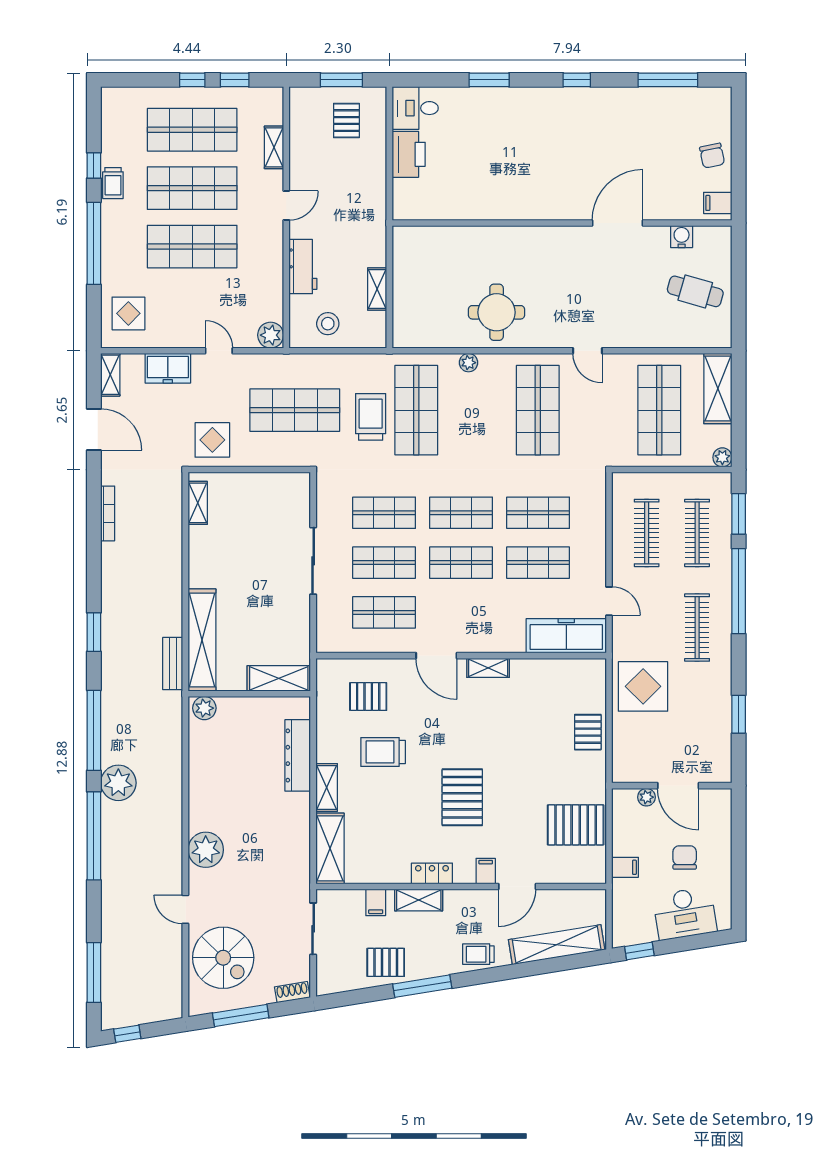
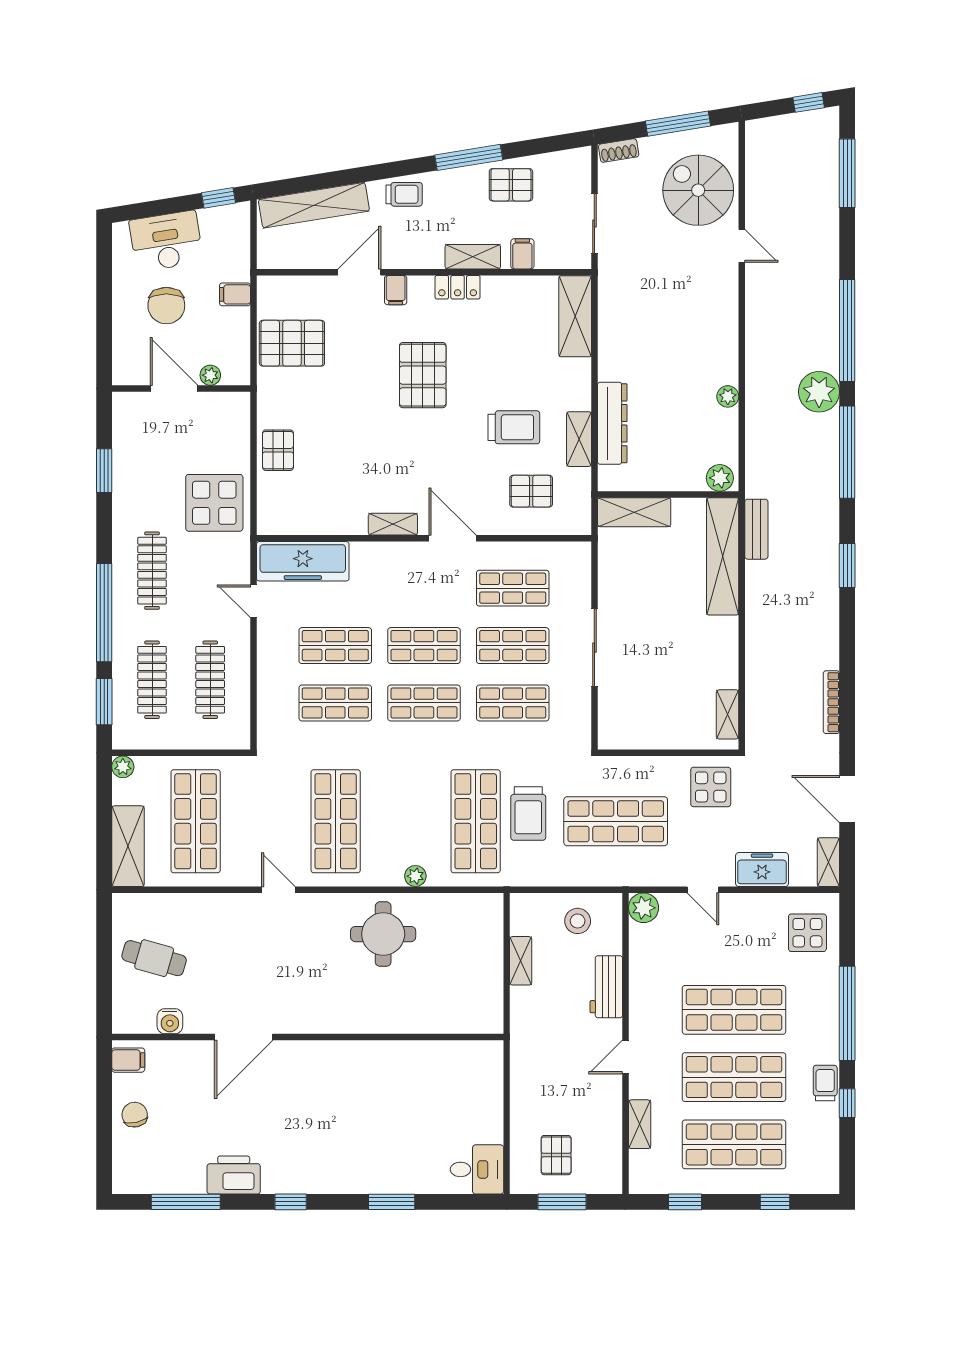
window: (192, 80) -> (775, 1202), moved
printer: (409, 154) -> (234, 1175), moved, turned 90
shelving: (327, 787) -> (579, 439), moved
plant: (206, 850) -> (728, 396), moved, width x0.53, depth x0.53
chair: (685, 858) -> (166, 306), width x1.37, depth x1.37

